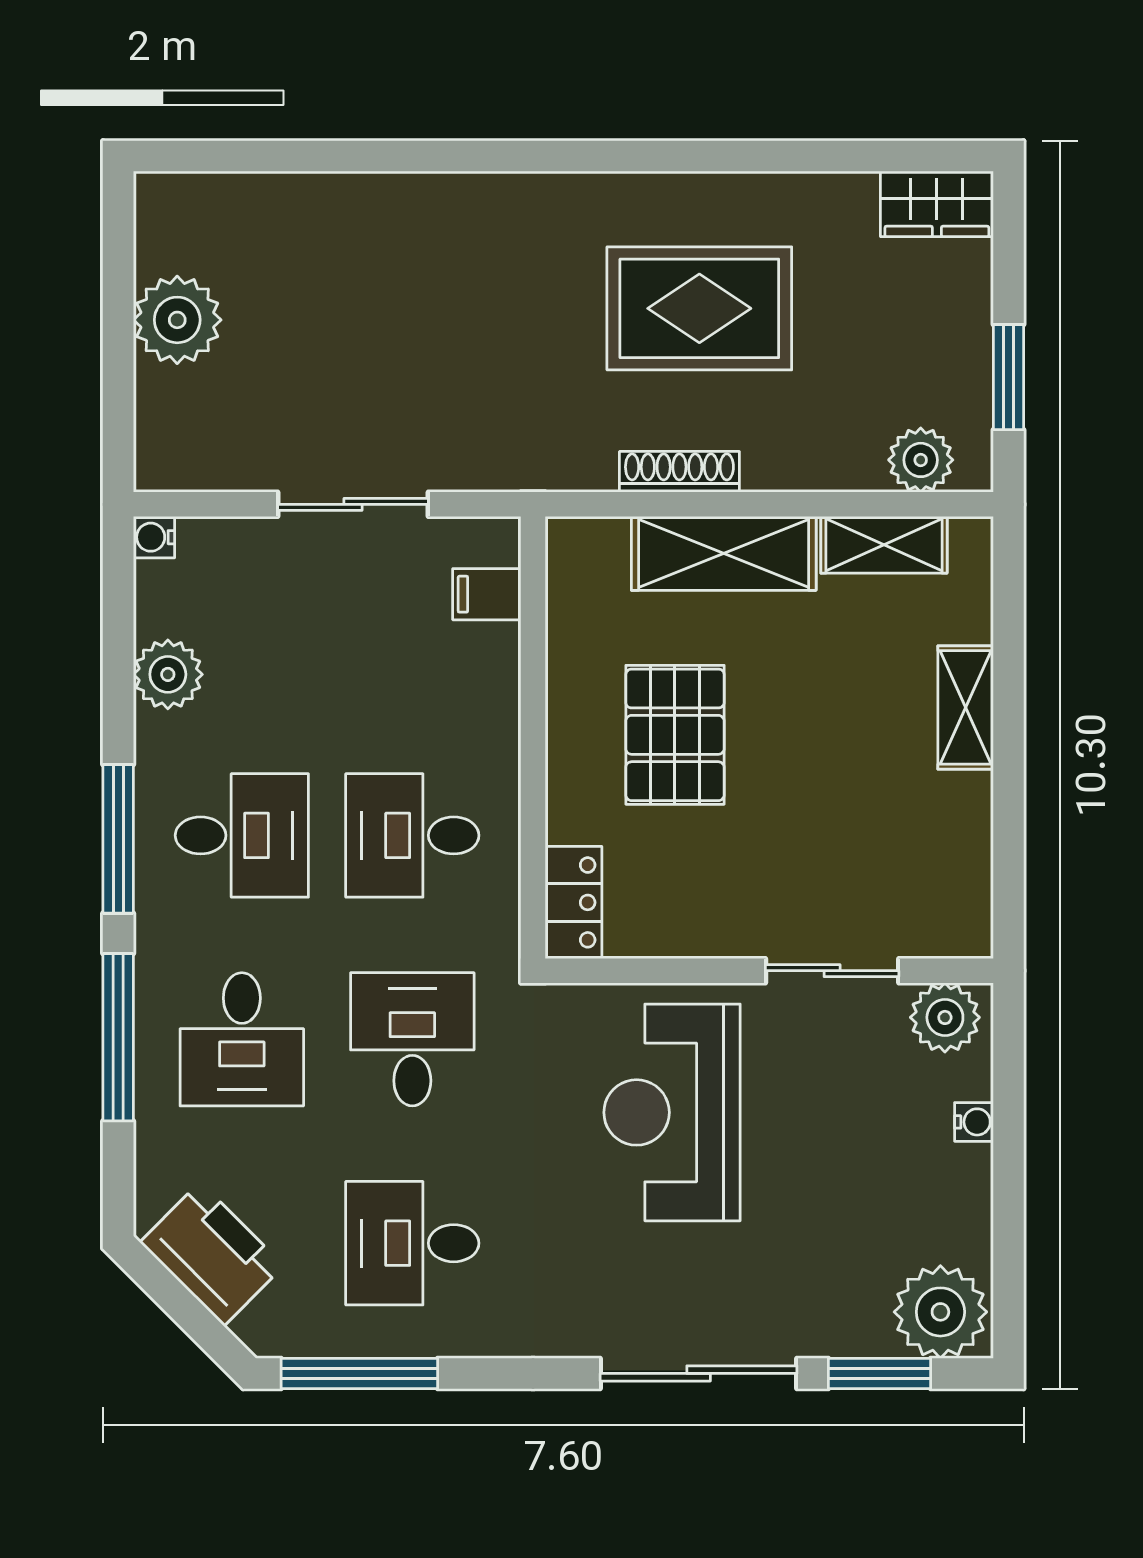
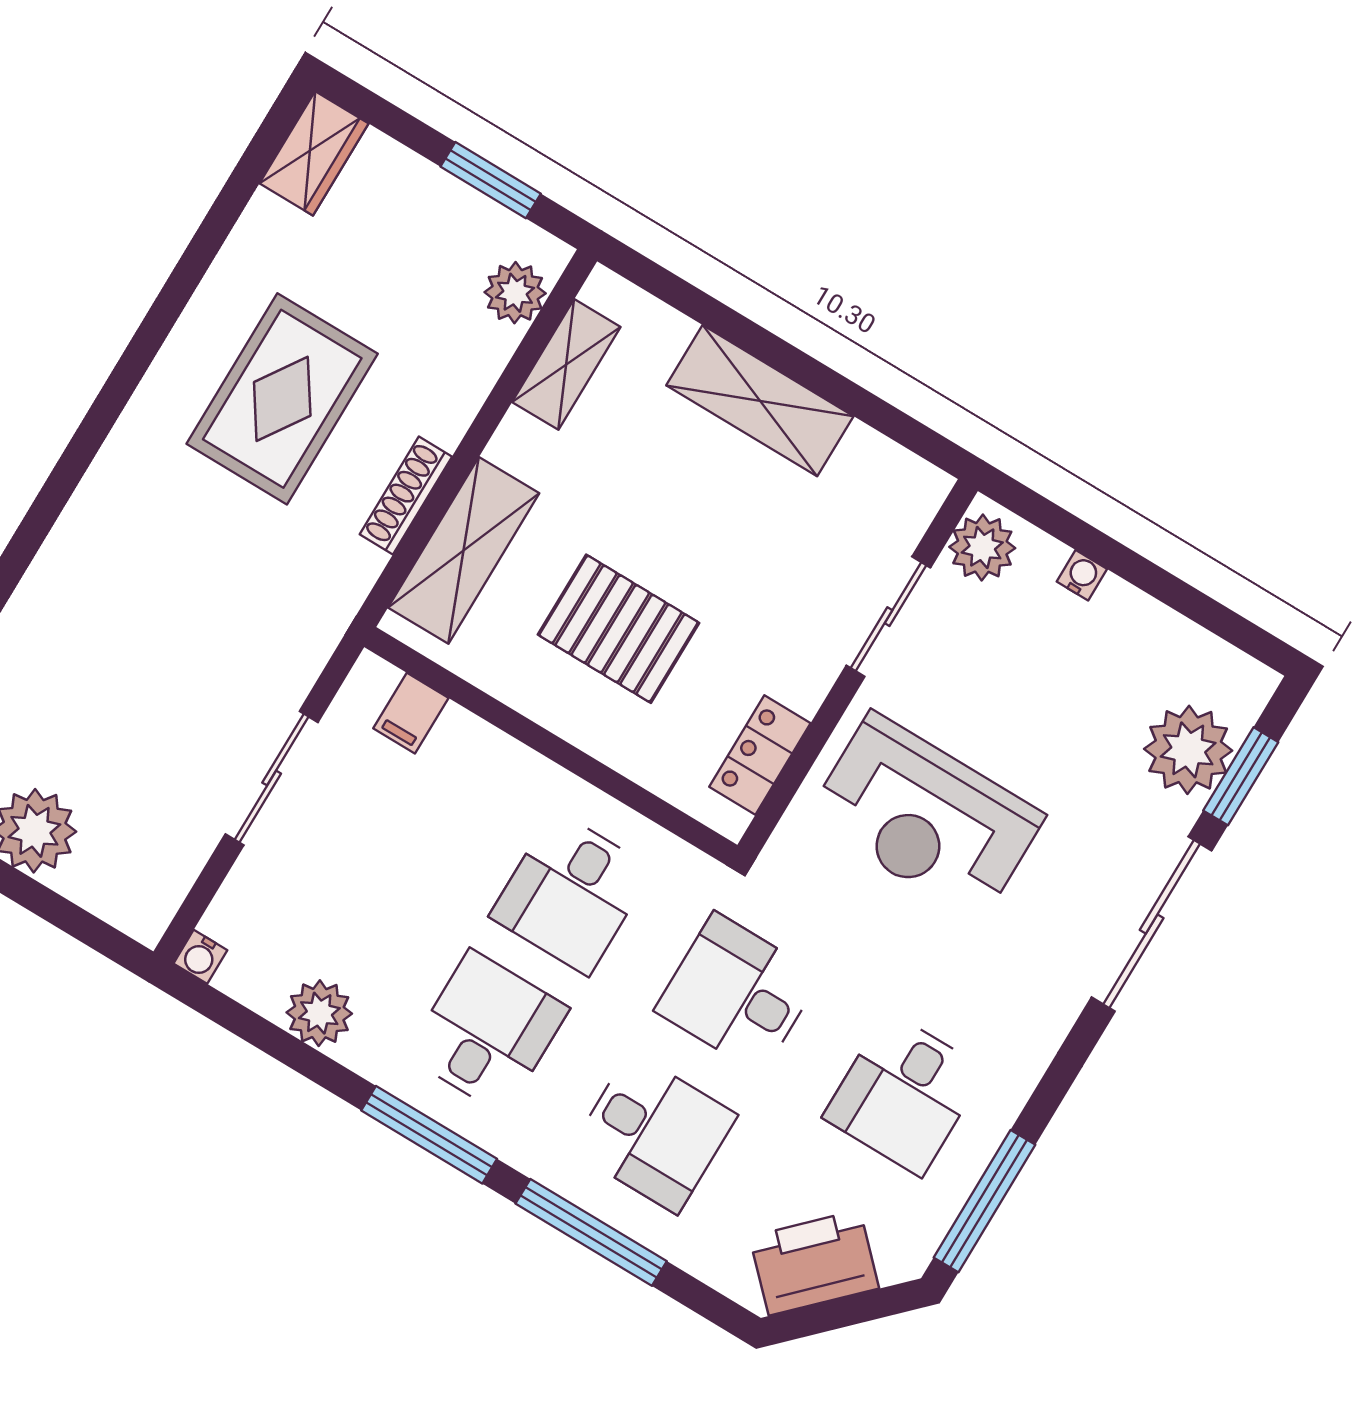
shelving: (724, 553) -> (464, 550), moved
shelving: (966, 707) -> (760, 401), width x1.50, depth x1.33
locker: (573, 902) -> (760, 755), moved, turned -90
plant: (940, 1312) -> (1188, 750), moved

